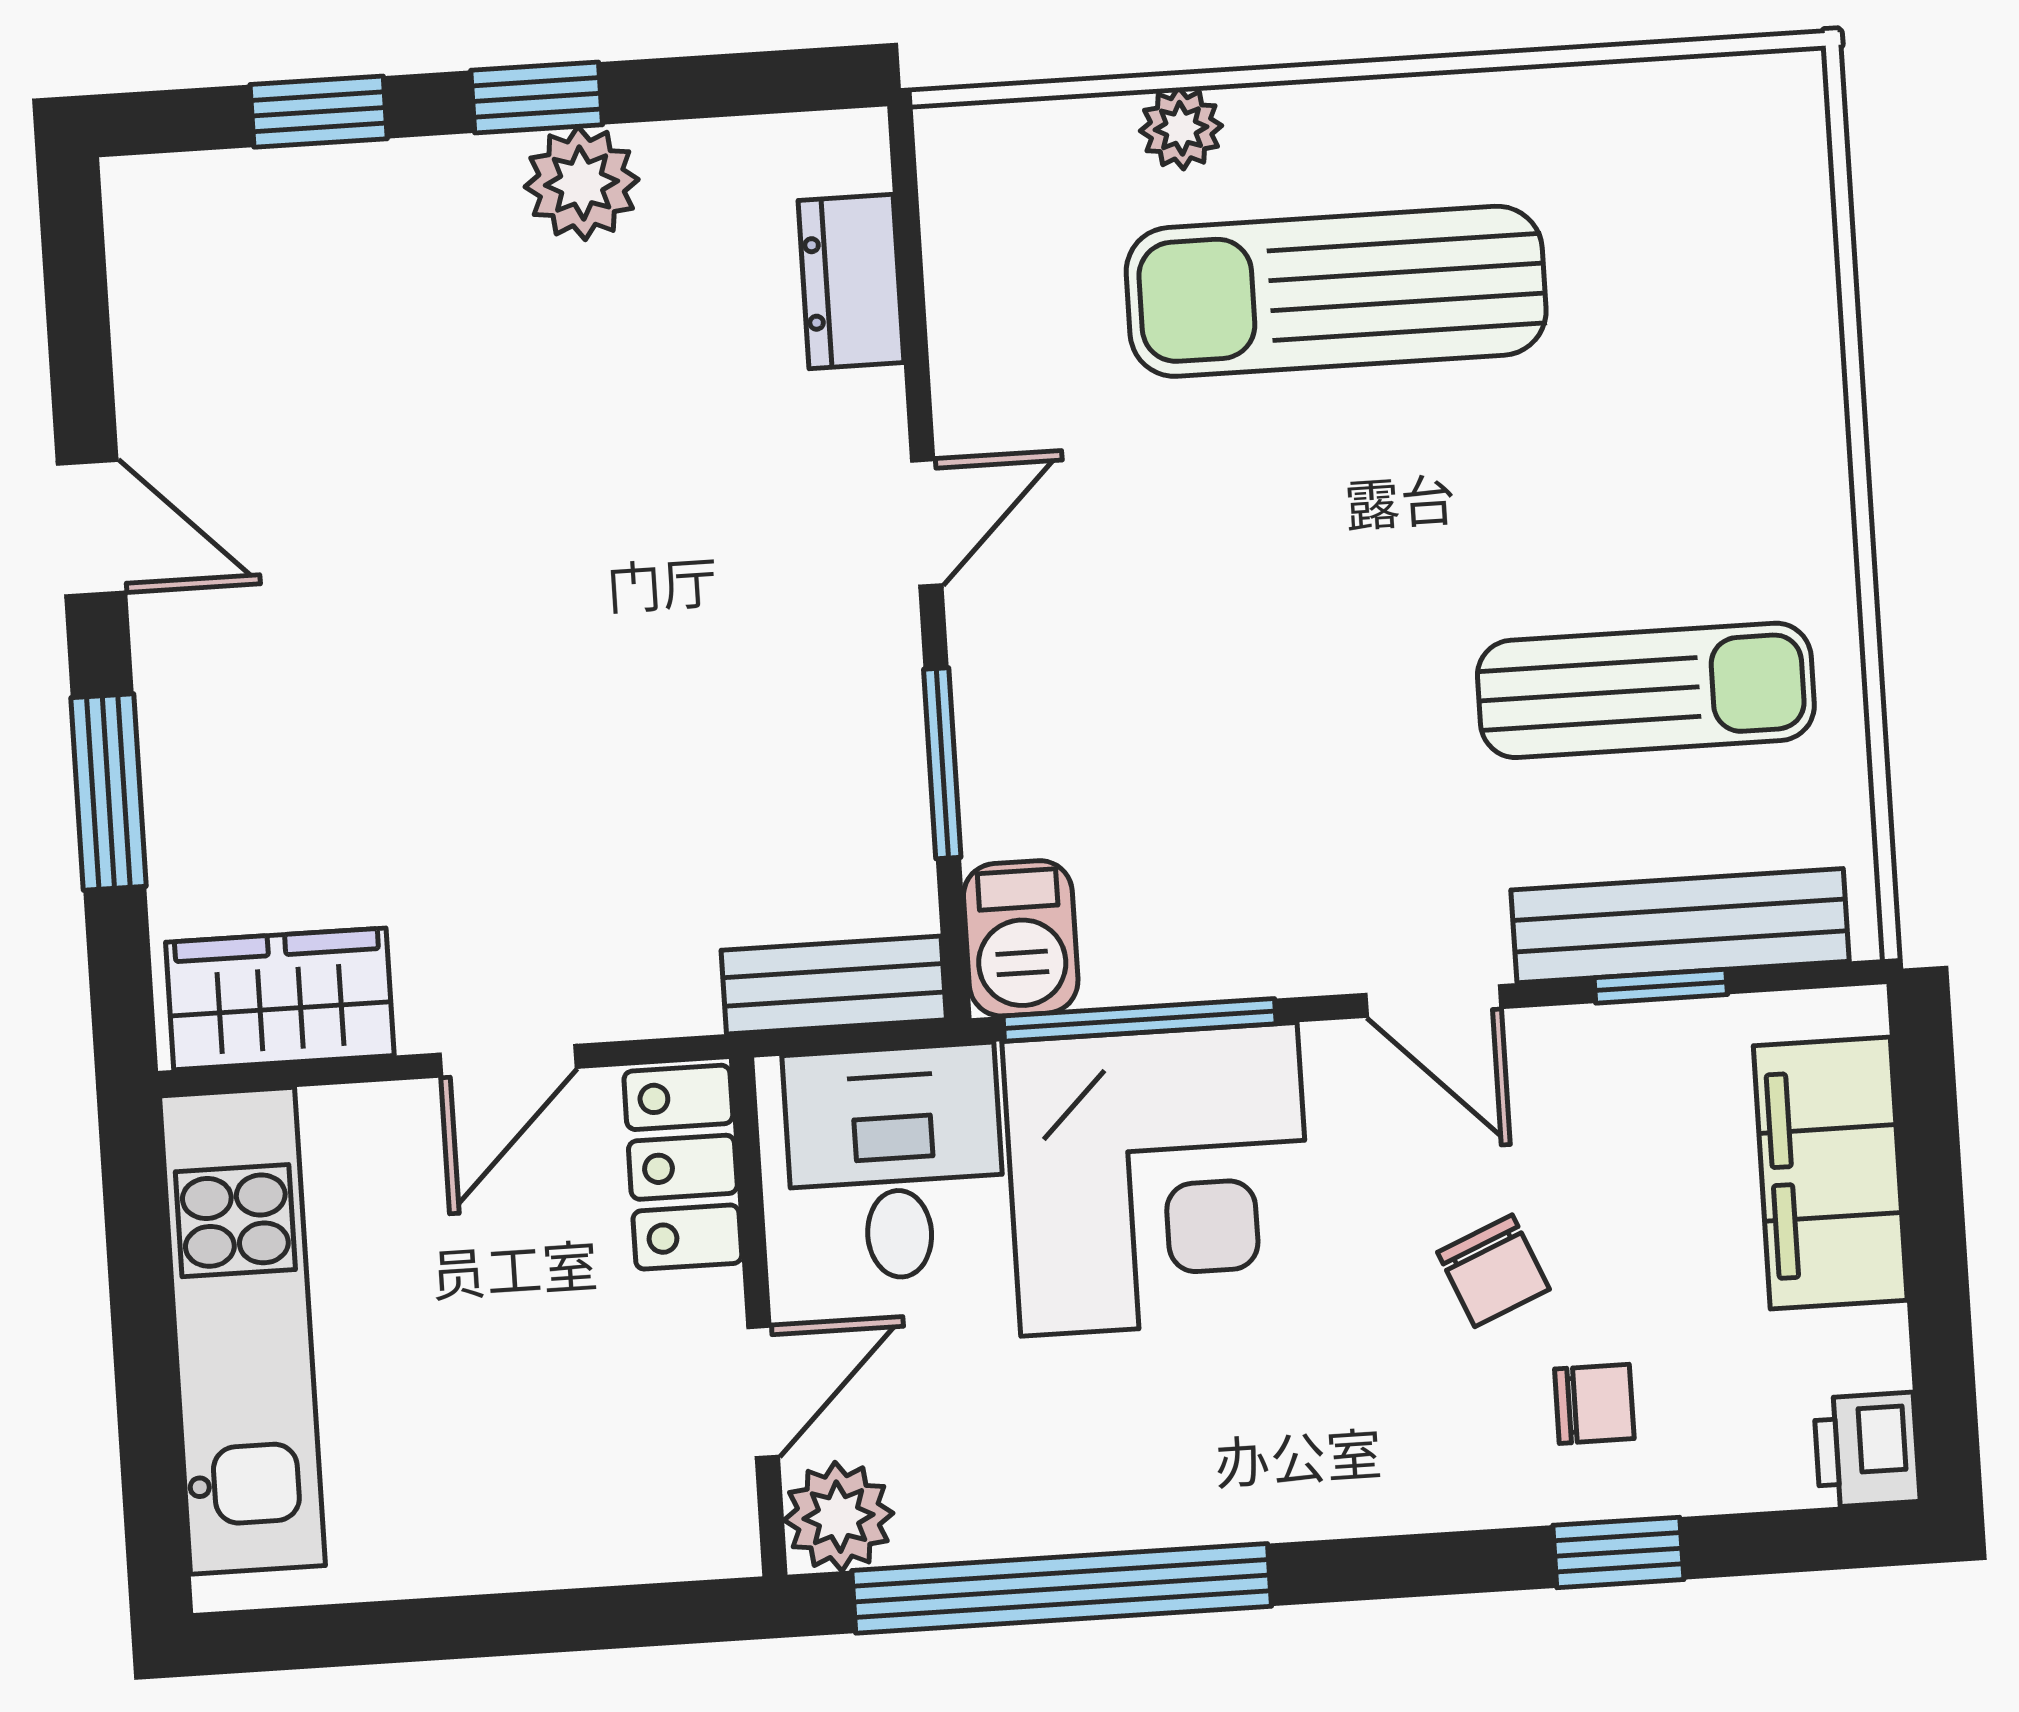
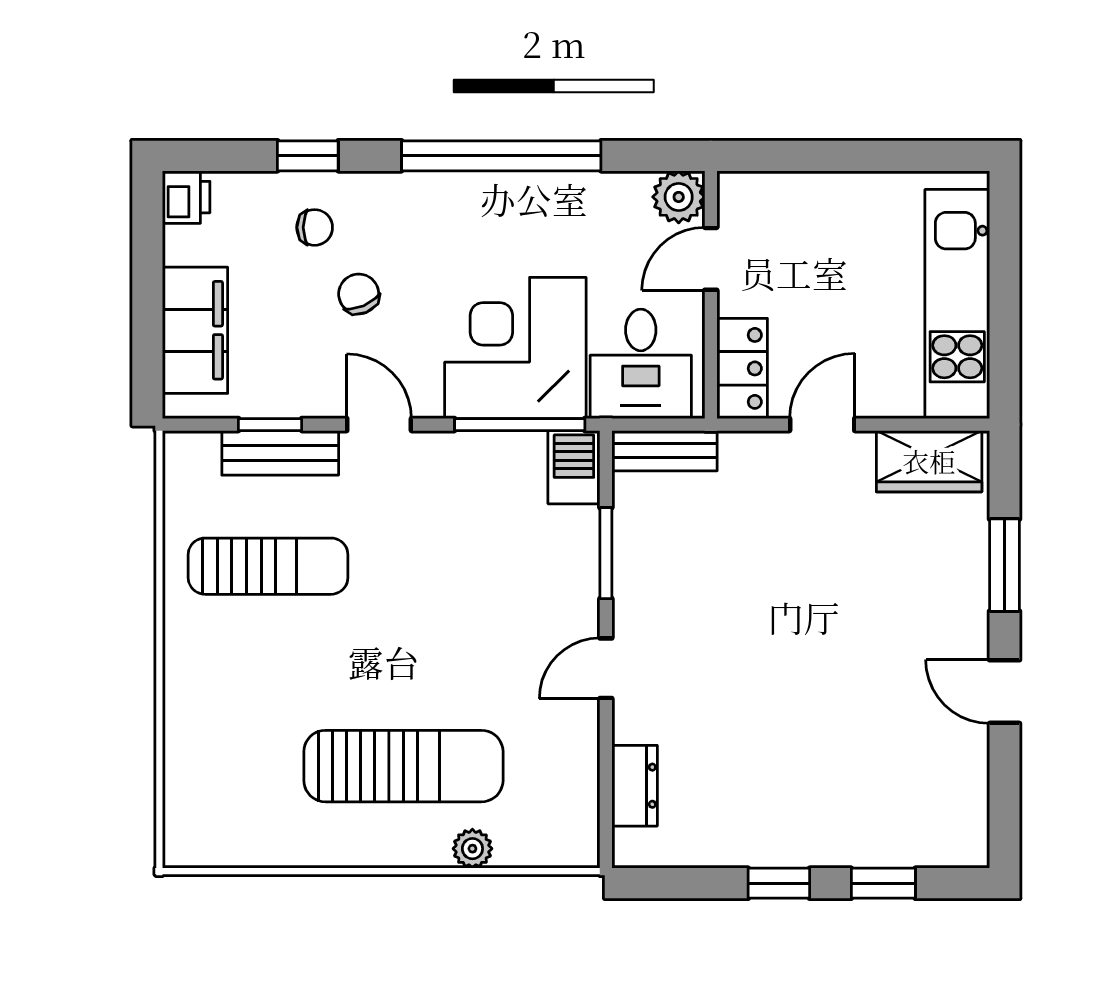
plant: (582, 183) -> (760, 841), removed
sun lounger: (1646, 690) -> (268, 566), turned 180
bench: (1680, 926) -> (280, 453), width x0.73
chair: (1594, 1404) -> (315, 227), turned 180
window: (1062, 1588) -> (501, 156), moved

